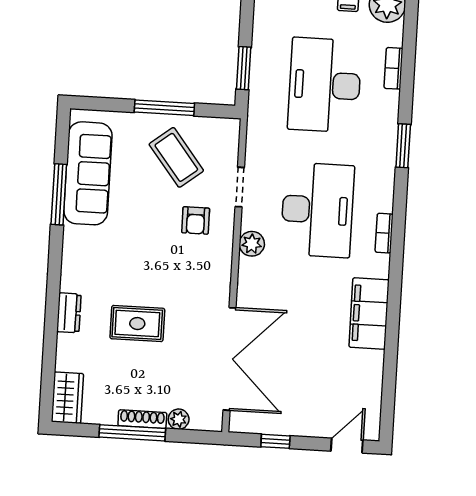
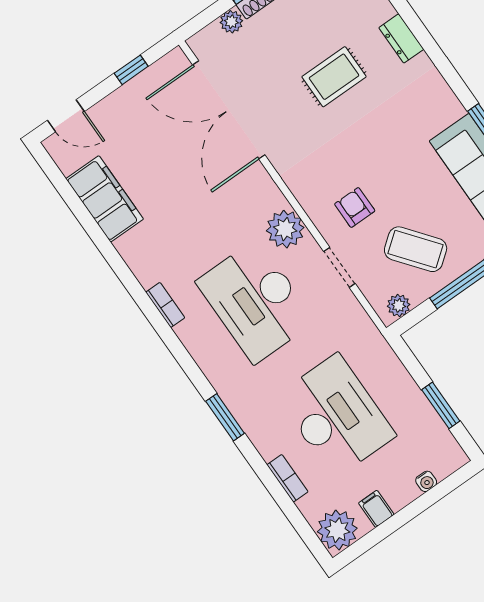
window: (244, 68) -> (441, 405), moved
plant: (220, 127) -> (399, 305), added
bookcase: (384, 233) -> (165, 305), moved
plant: (252, 244) -> (285, 229), width x1.36, depth x1.36
filing cabinet: (369, 314) -> (105, 199), moved
door: (347, 446) -> (66, 116), hinge flipped

